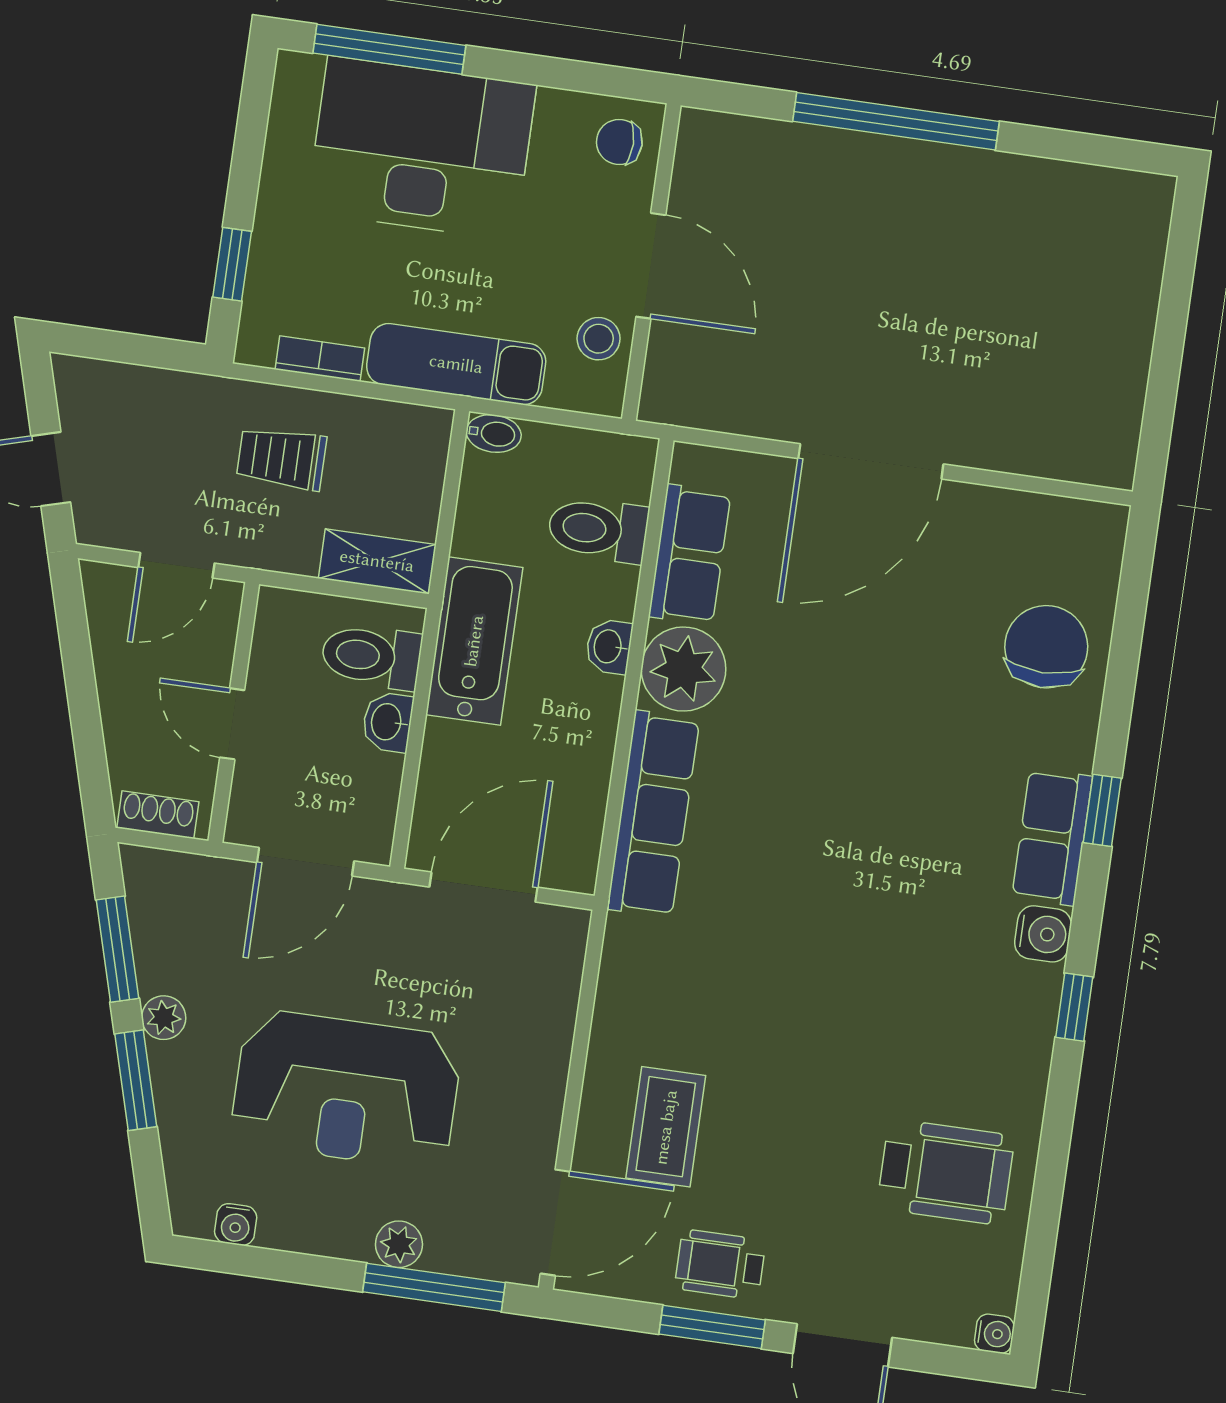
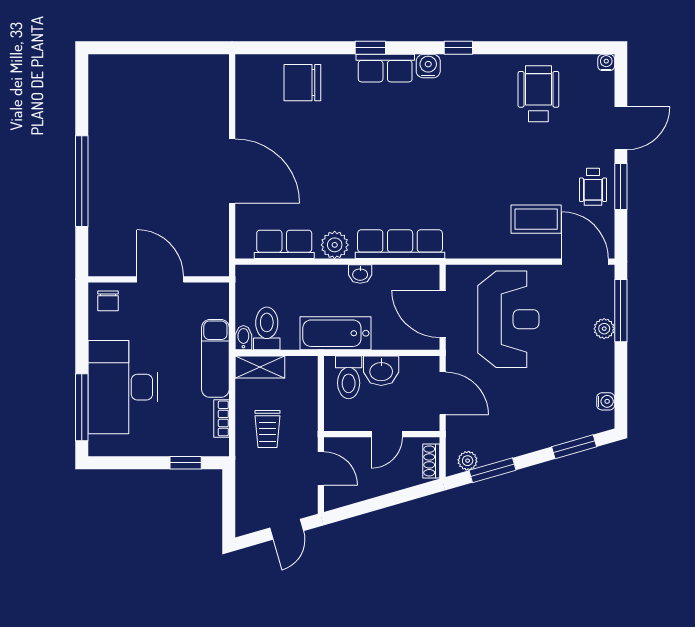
door: (651, 266) -> (160, 279), hinge flipped
stool: (599, 339) -> (195, 298), removed
toilet: (598, 530) -> (267, 328), moved, turned 180
shelving: (377, 561) -> (260, 367), moved, turned 90
washbasin: (609, 647) -> (360, 274), moved
plant: (684, 669) -> (335, 245), width x0.73, depth x0.73
washbasin: (388, 722) -> (381, 371), width x1.38, depth x1.45
plant: (164, 1018) -> (468, 461), moved
window: (136, 1080) -> (574, 447), moved
reception desk: (346, 1089) -> (508, 319), moved

